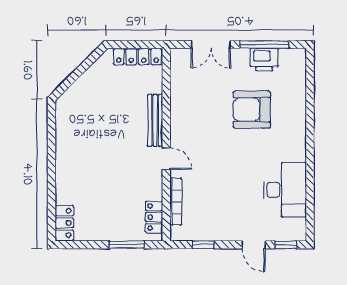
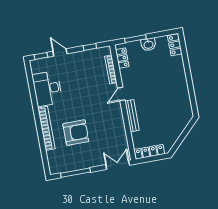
double door: (211, 45) -> (118, 165), moved
printer: (264, 60) -> (74, 164), removed
bookcase: (298, 125) -> (46, 128), added
door: (166, 159) -> (121, 94), hinge flipped
washbasin: (107, 231) -> (148, 44), added

